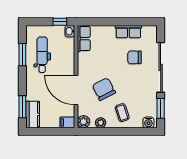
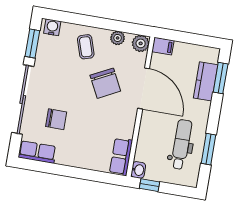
row of seats: (128, 32) -> (37, 152), moved
dental chair: (42, 55) -> (181, 144), turned 180
kitchen counter: (33, 114) -> (206, 81), moved

